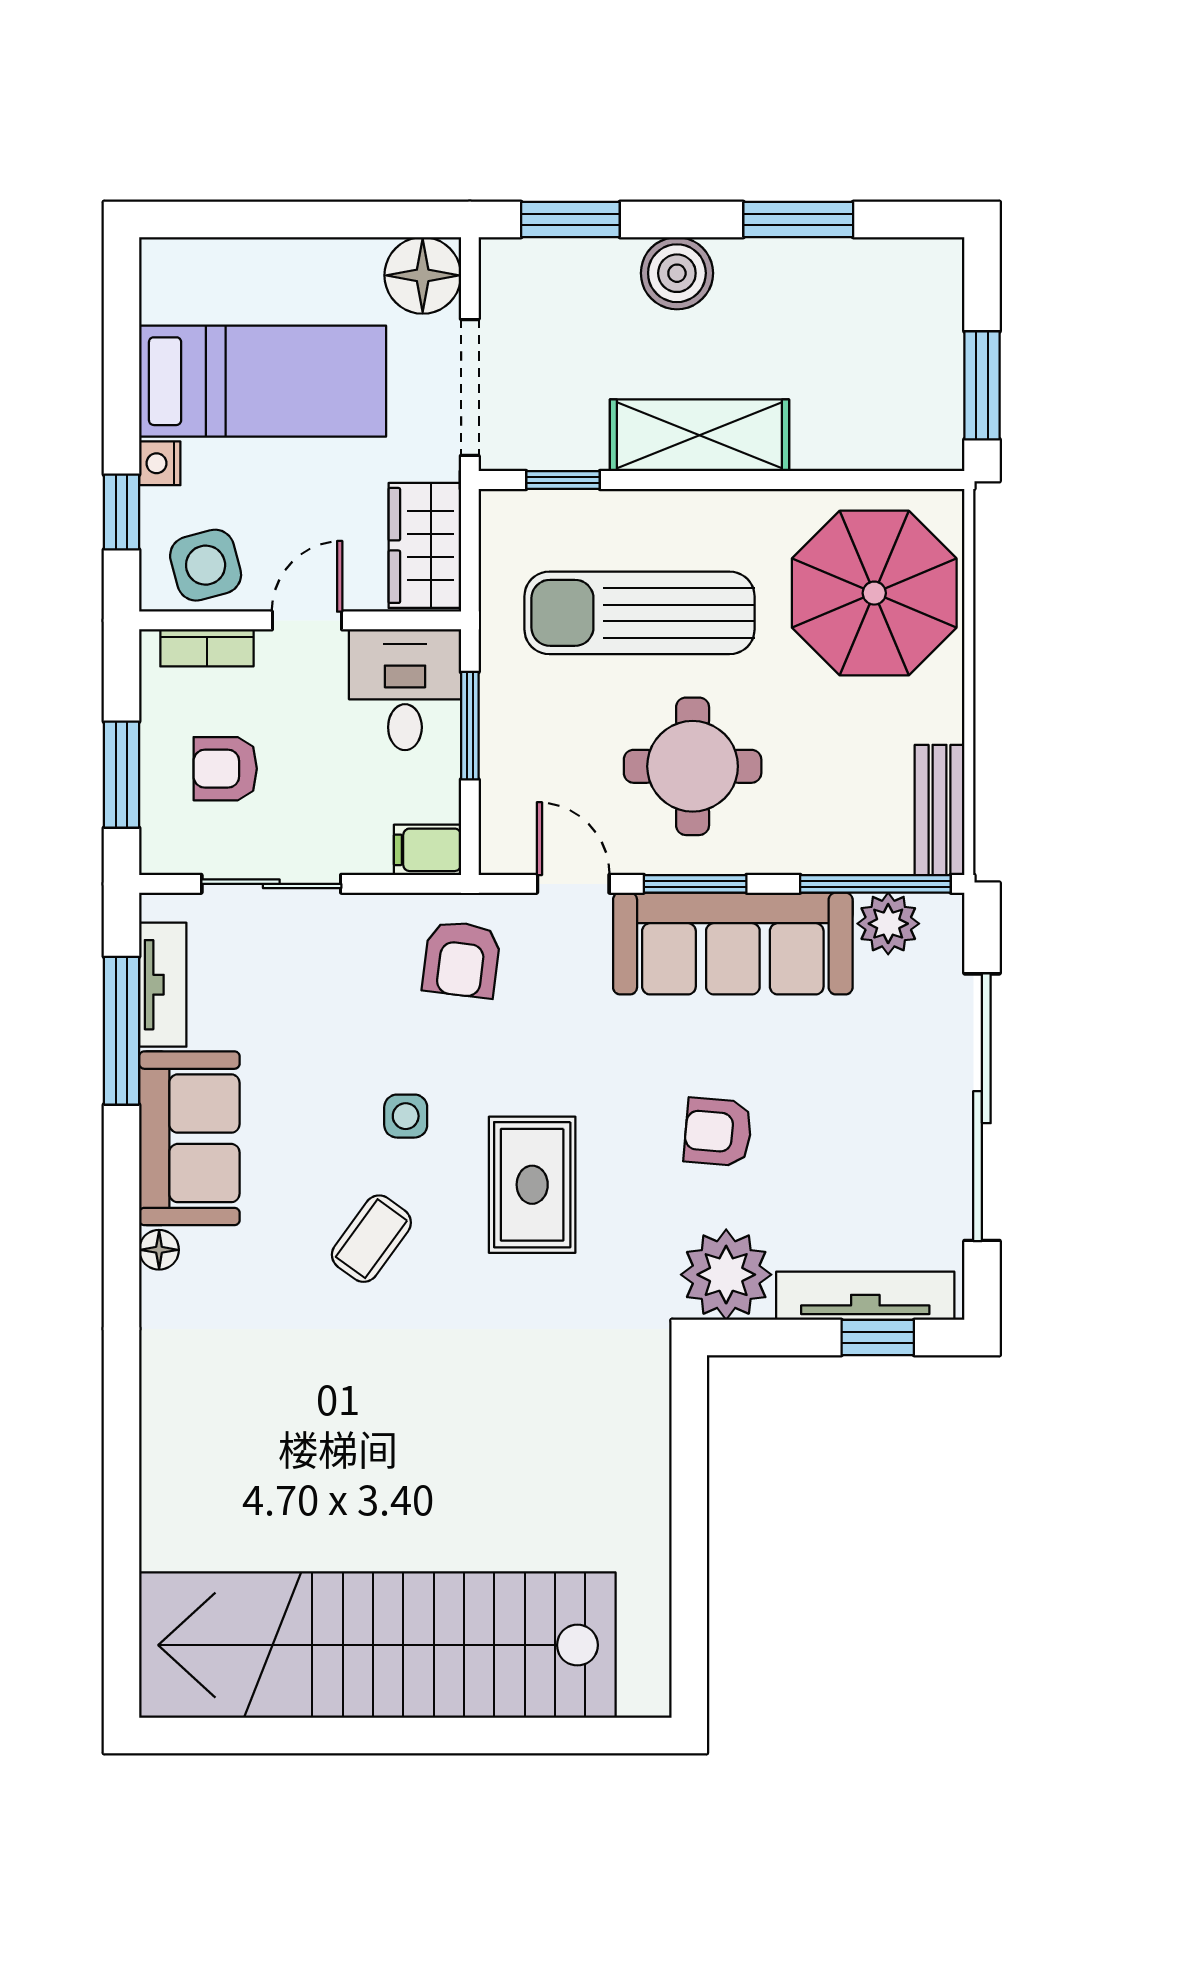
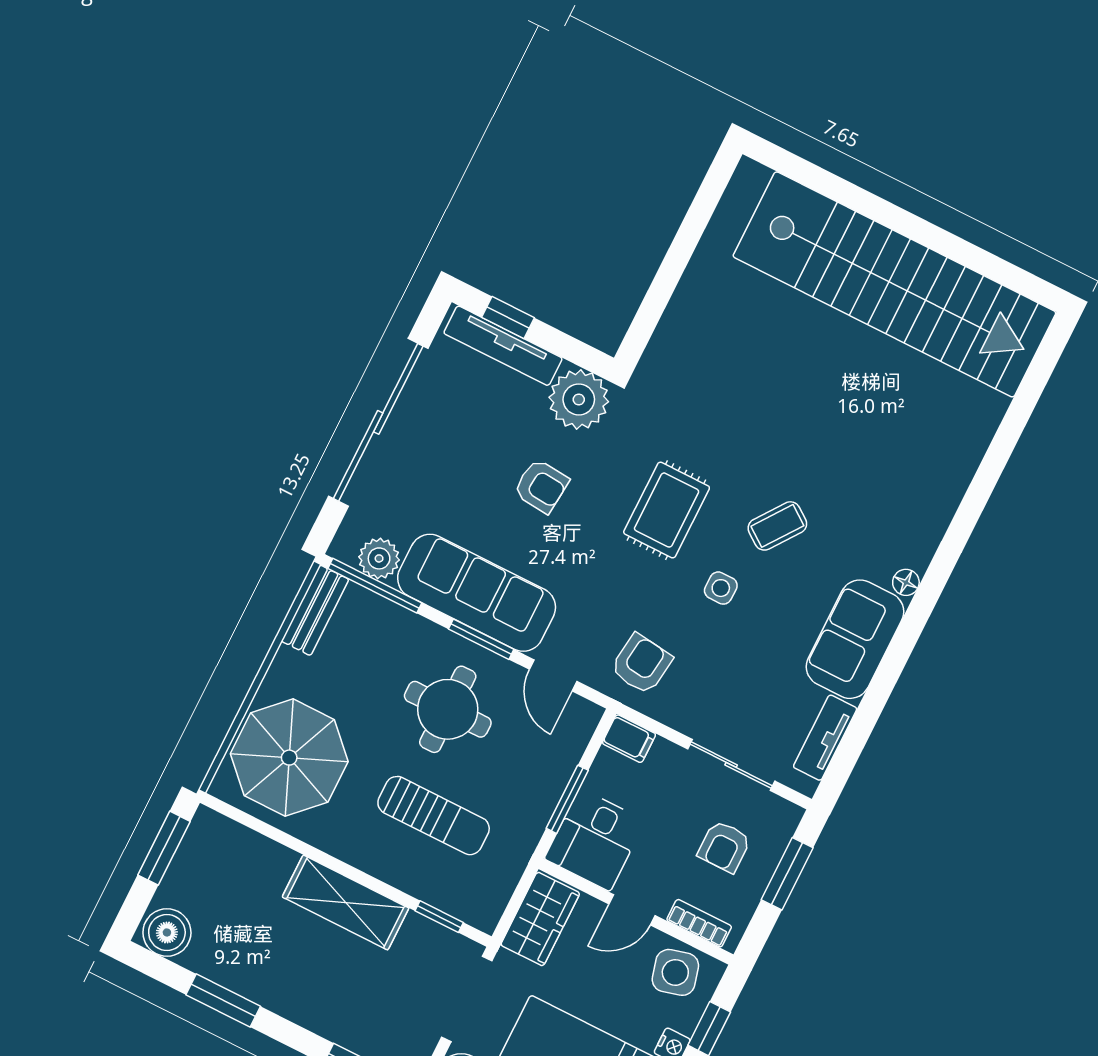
boiler: (677, 273) -> (167, 932), moved
sun lounger: (639, 613) -> (434, 816), width x0.73, depth x0.75
armchair: (225, 769) -> (724, 847), turned 90
window: (122, 1031) -> (863, 723), removed

